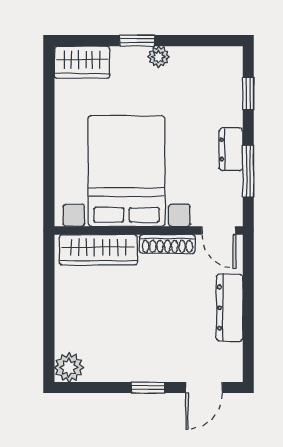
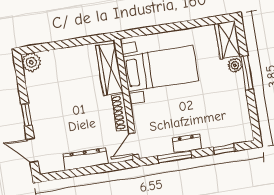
window: (137, 41) -> (247, 73), width x1.50
plant: (159, 57) -> (235, 65), moved
bed with nightstands: (126, 171) -> (161, 68), width x0.73

